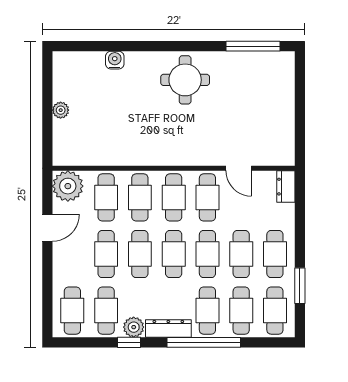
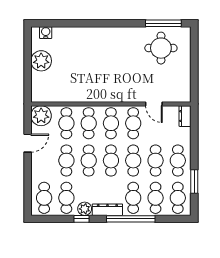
water cooler: (115, 60) -> (46, 33), moved
round table: (185, 80) -> (161, 48), moved
plant: (61, 110) -> (41, 61), width x1.88, depth x1.88

